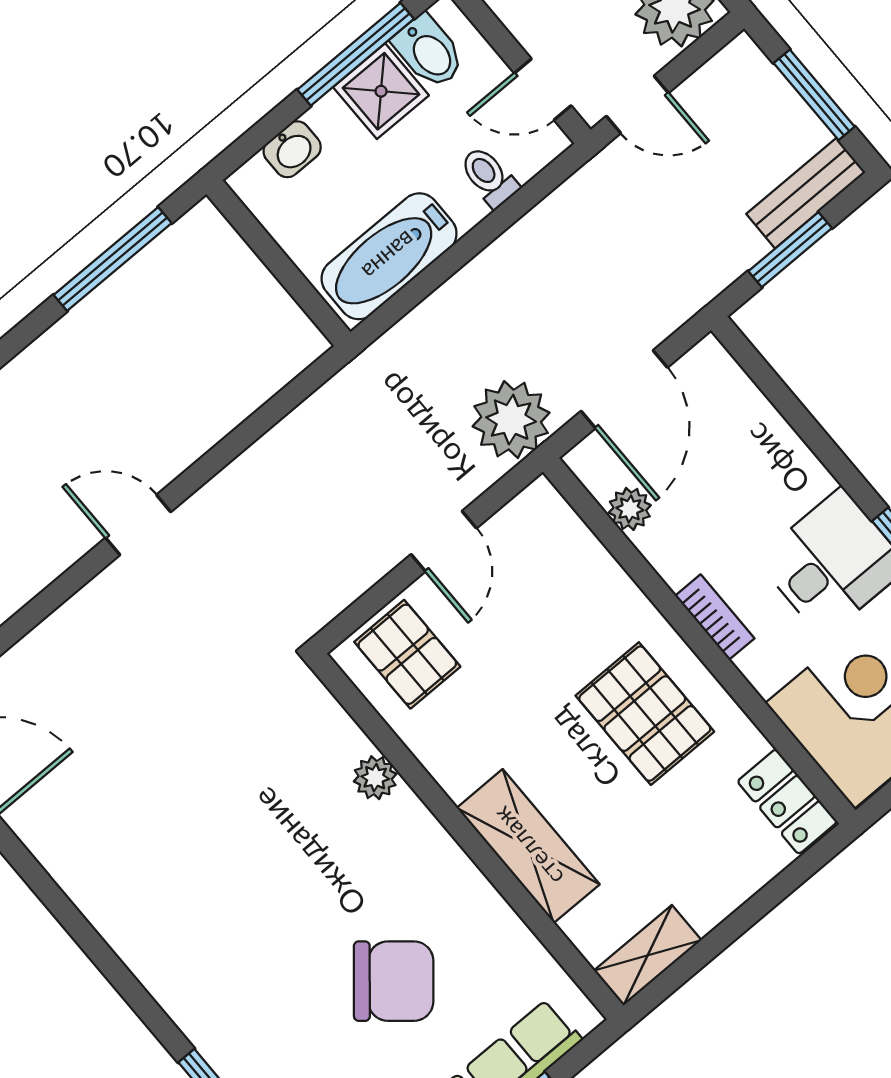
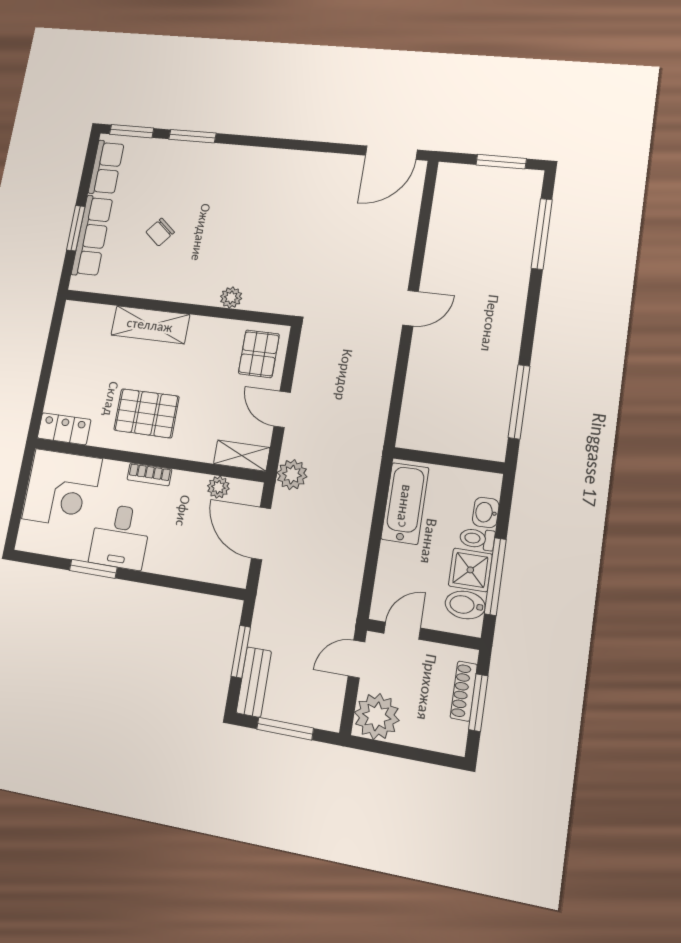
toilet: (489, 177) -> (477, 539), moved, turned 180
plant: (511, 420) -> (292, 475), width x0.73, depth x0.73
pallet: (407, 654) -> (259, 354), turned 90
shelving: (648, 955) -> (242, 456), moved, turned 90
chair: (394, 981) -> (160, 232), width x0.54, depth x0.54

